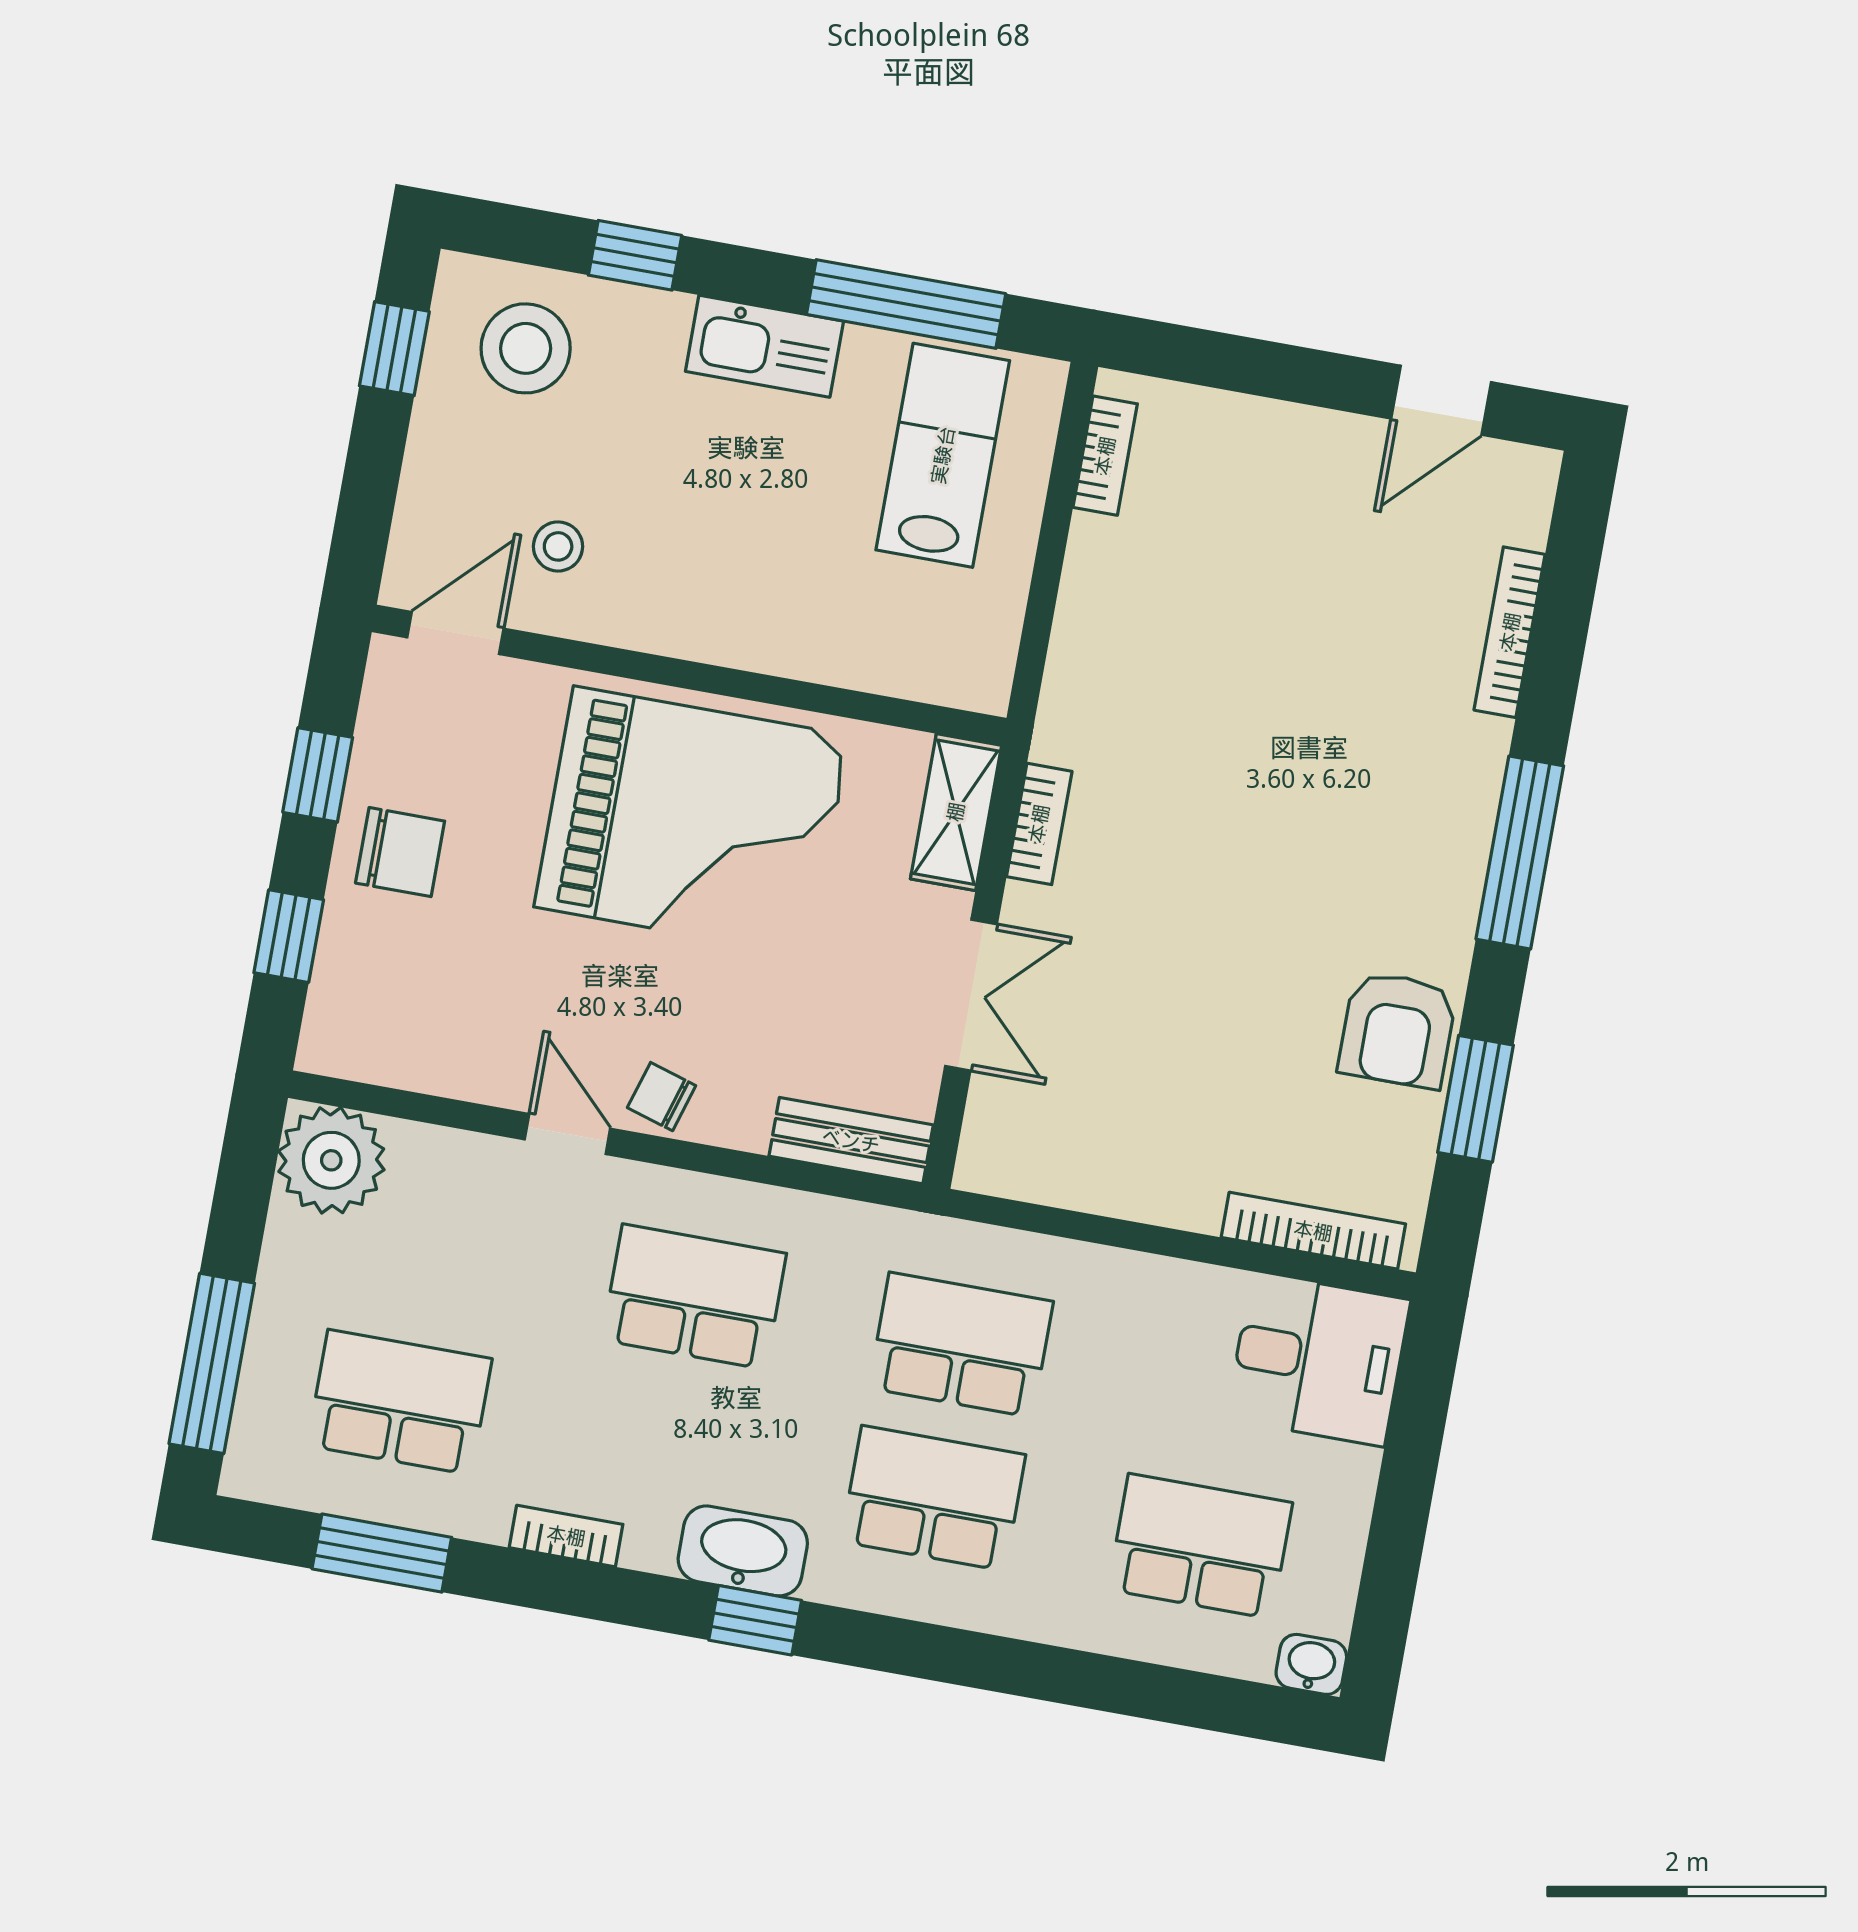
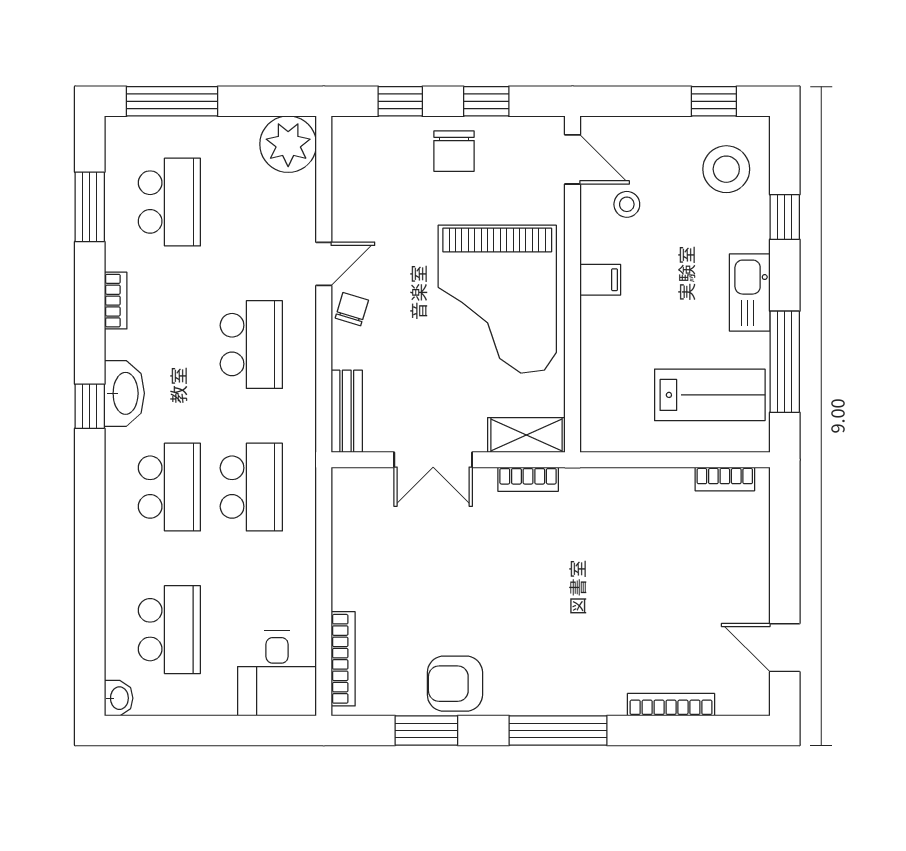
filing cabinet: (690, 622) -> (600, 280), added

